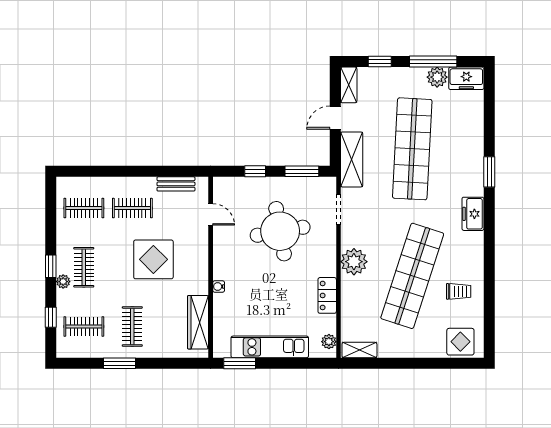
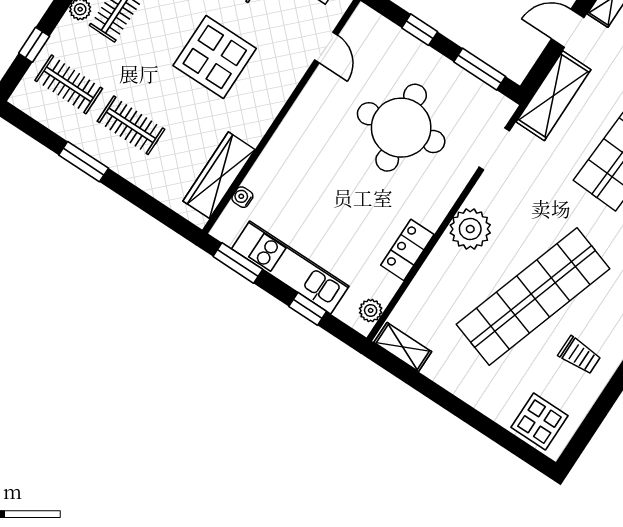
water cooler: (219, 287) -> (242, 197), moved
clothes rail: (132, 326) -> (131, 125), turned 90
window: (294, 363) -> (308, 309), added

